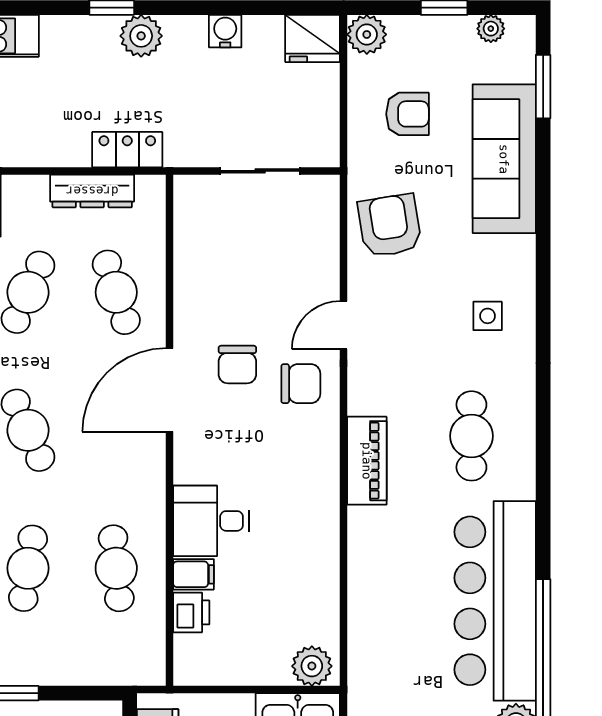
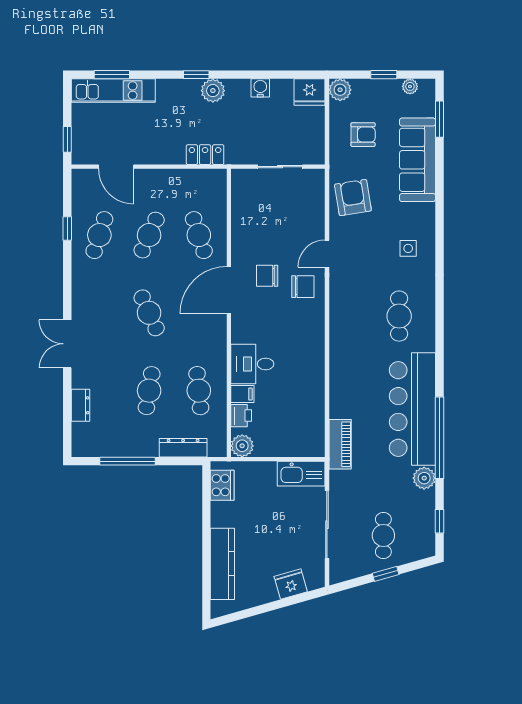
dresser: (92, 191) -> (183, 448), moved, turned 180
chair: (237, 365) -> (267, 276), turned 90
piano: (367, 461) -> (340, 444), moved
plant: (312, 666) -> (242, 446), moved

